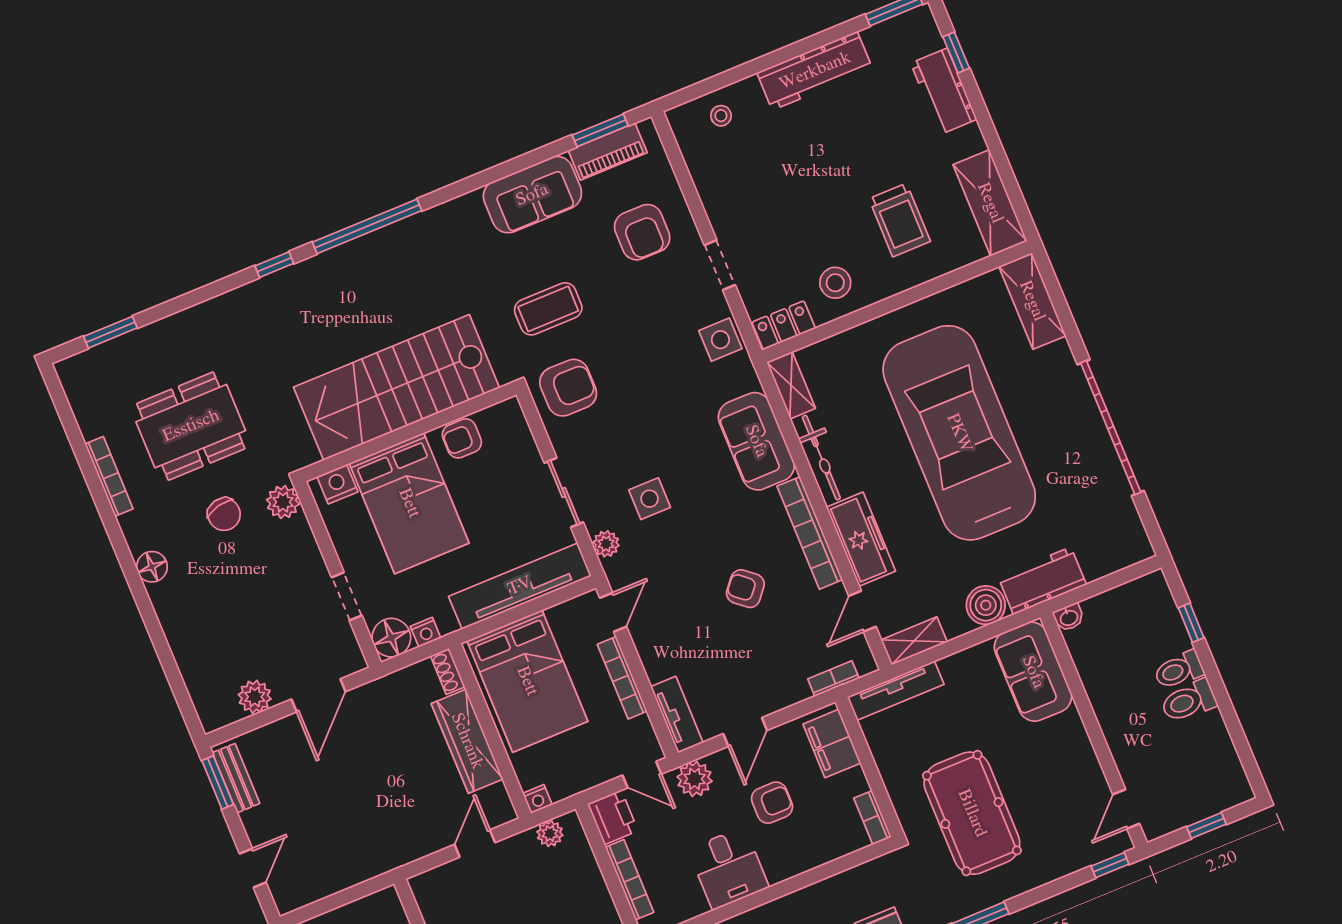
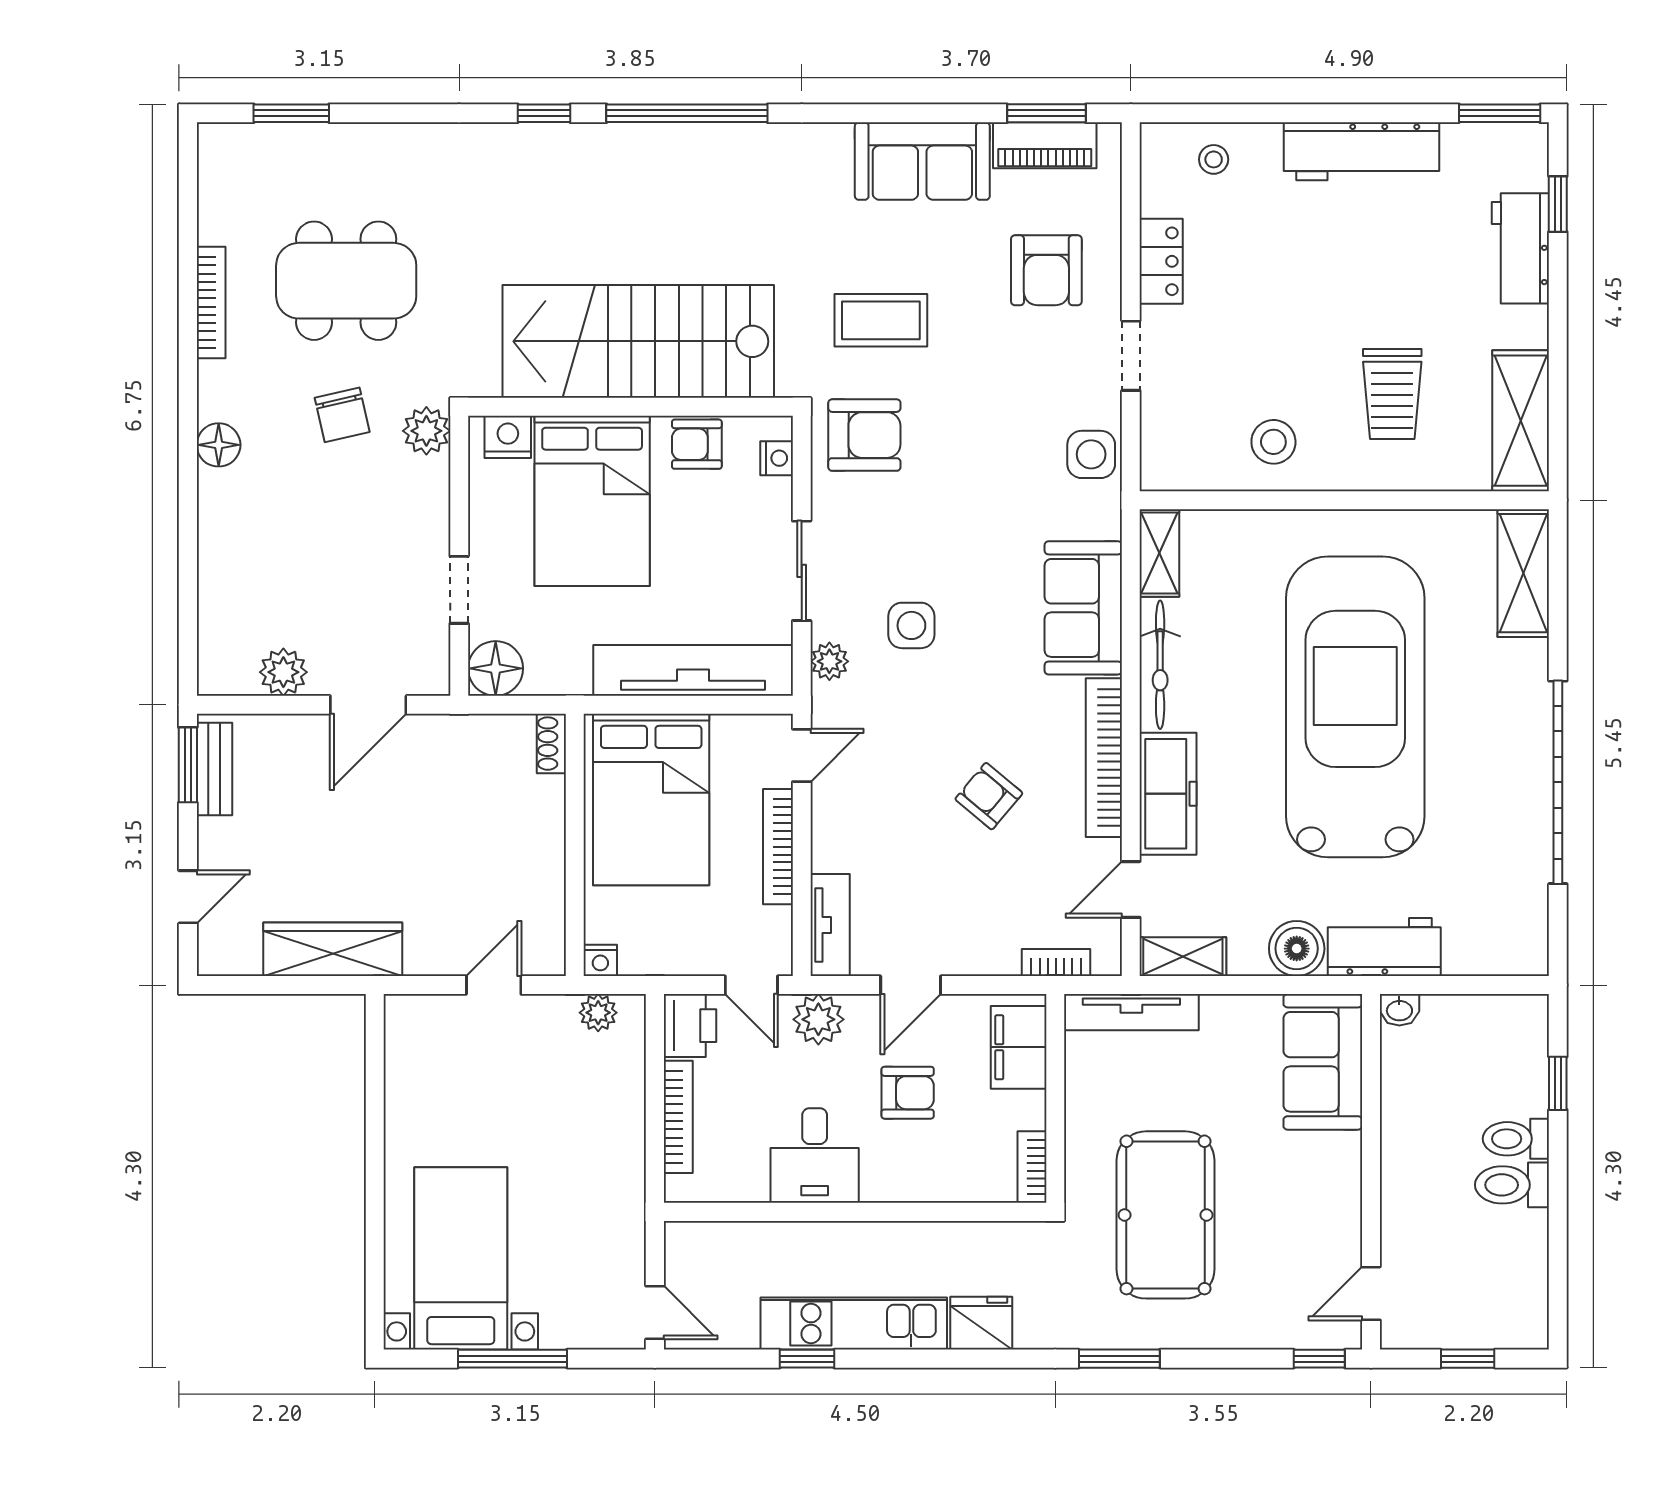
locker: (784, 325) -> (1161, 261), moved, turned 90
nightstand: (426, 632) -> (777, 458), moved, turned -90
wardrobe: (467, 741) -> (333, 949), moved, turned 90

